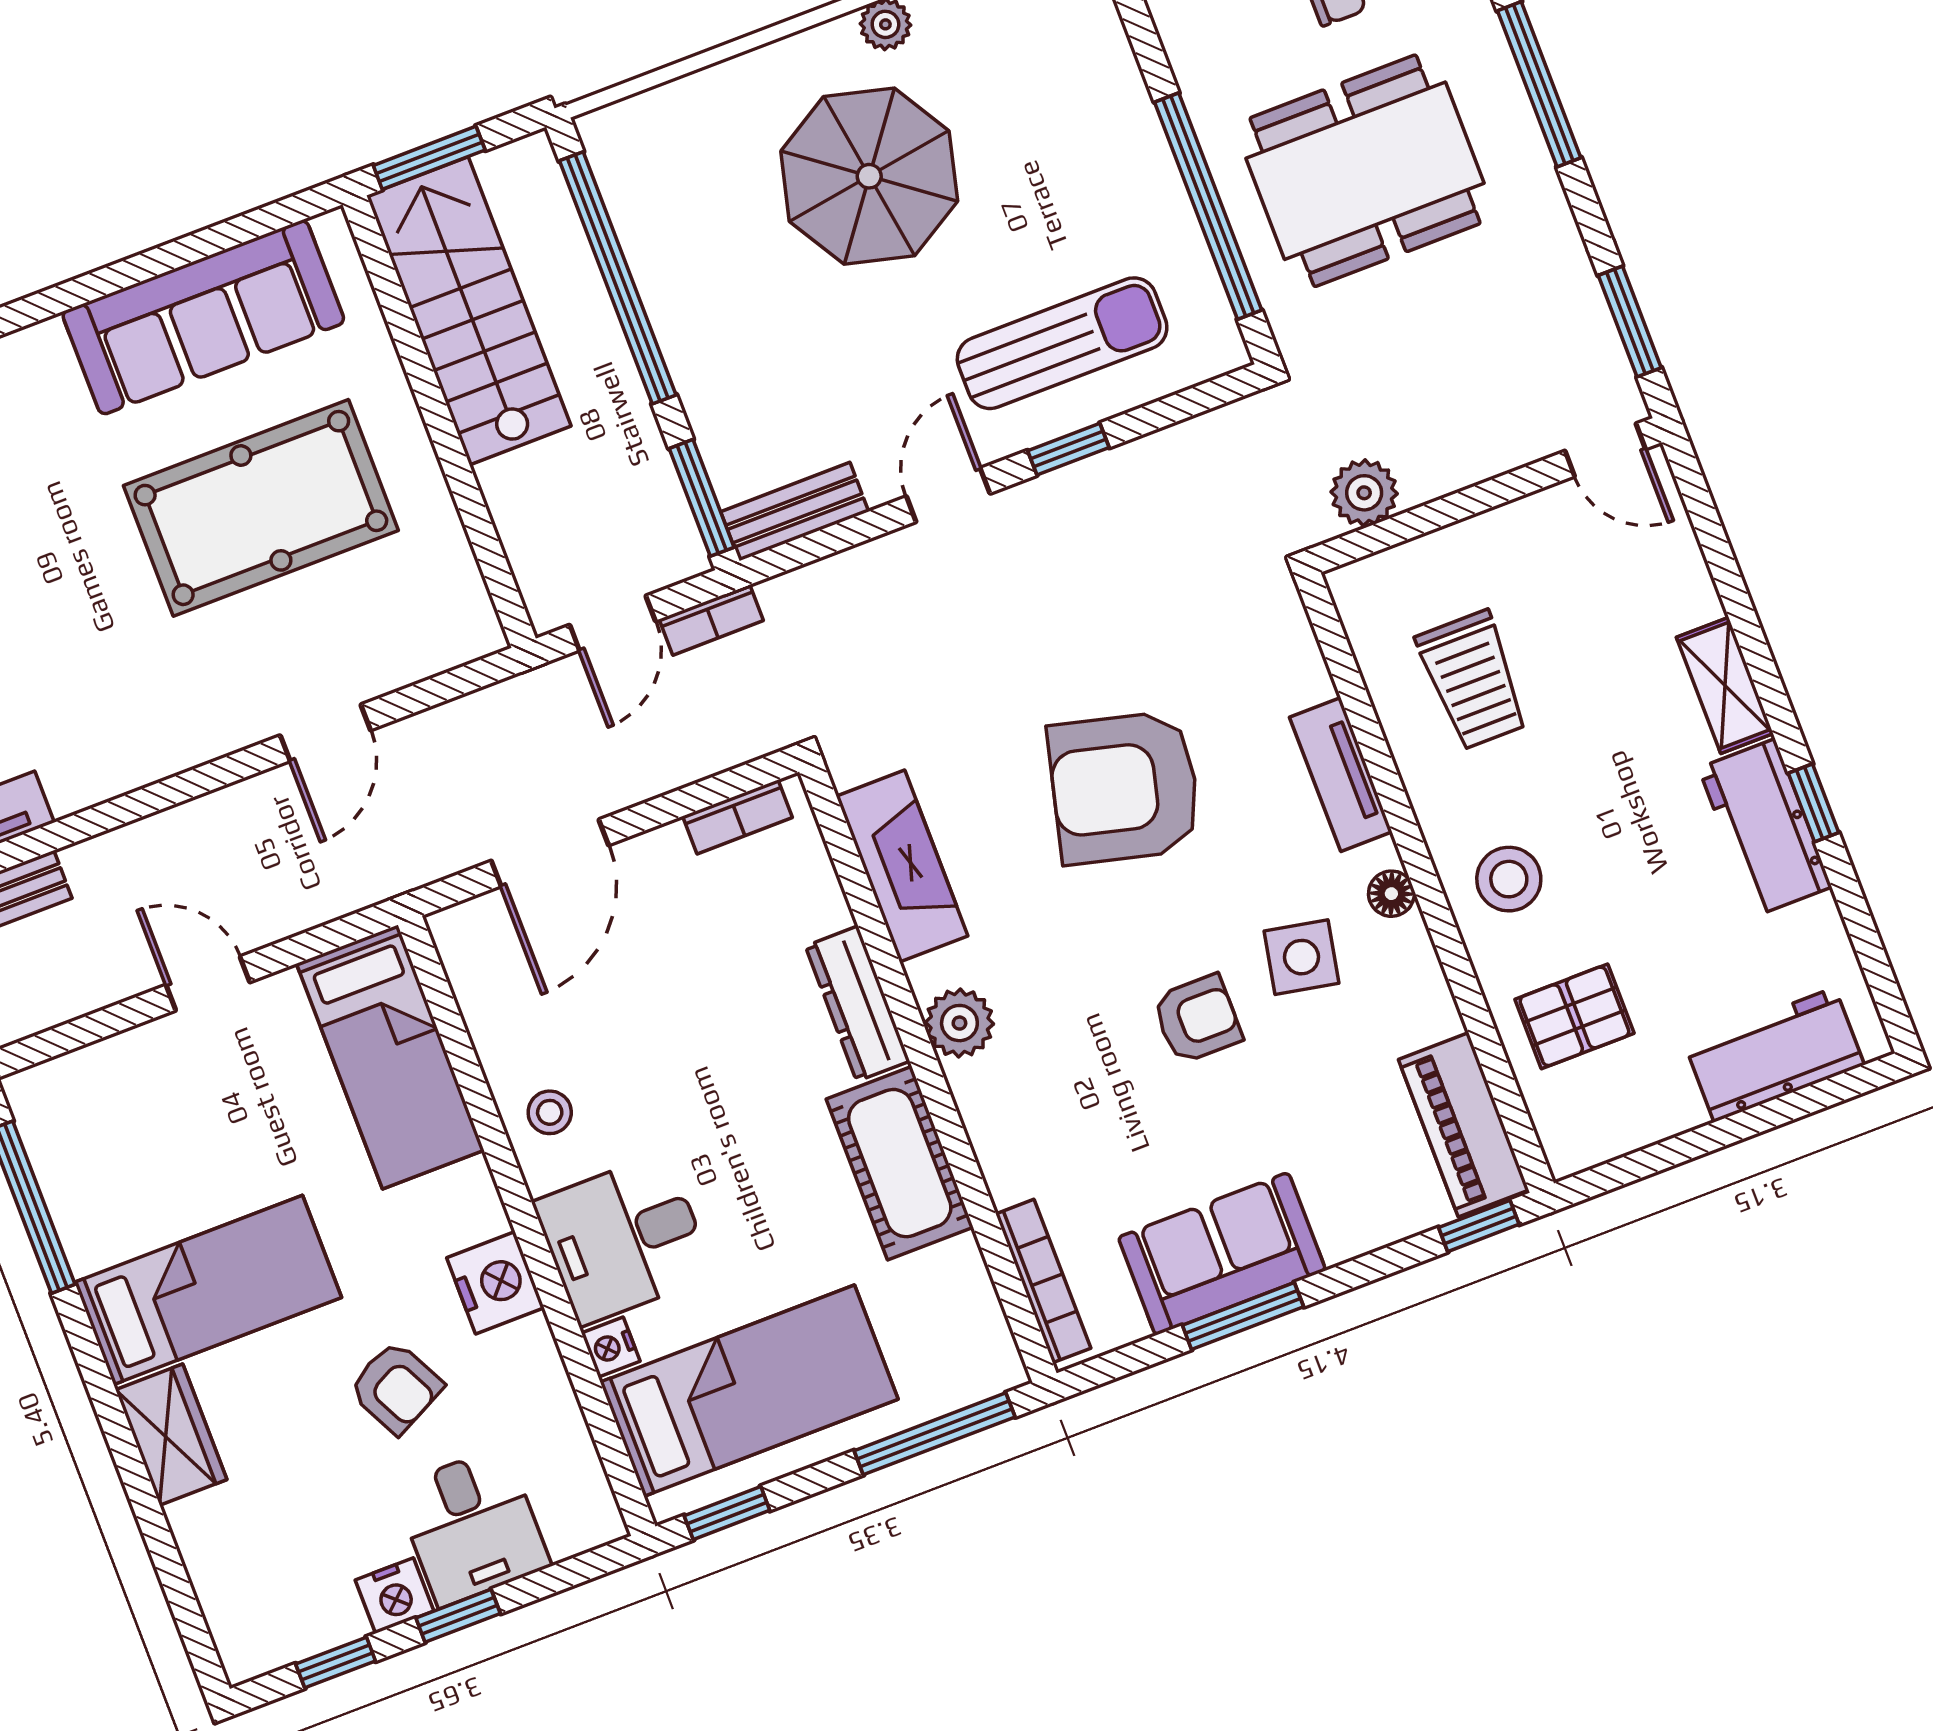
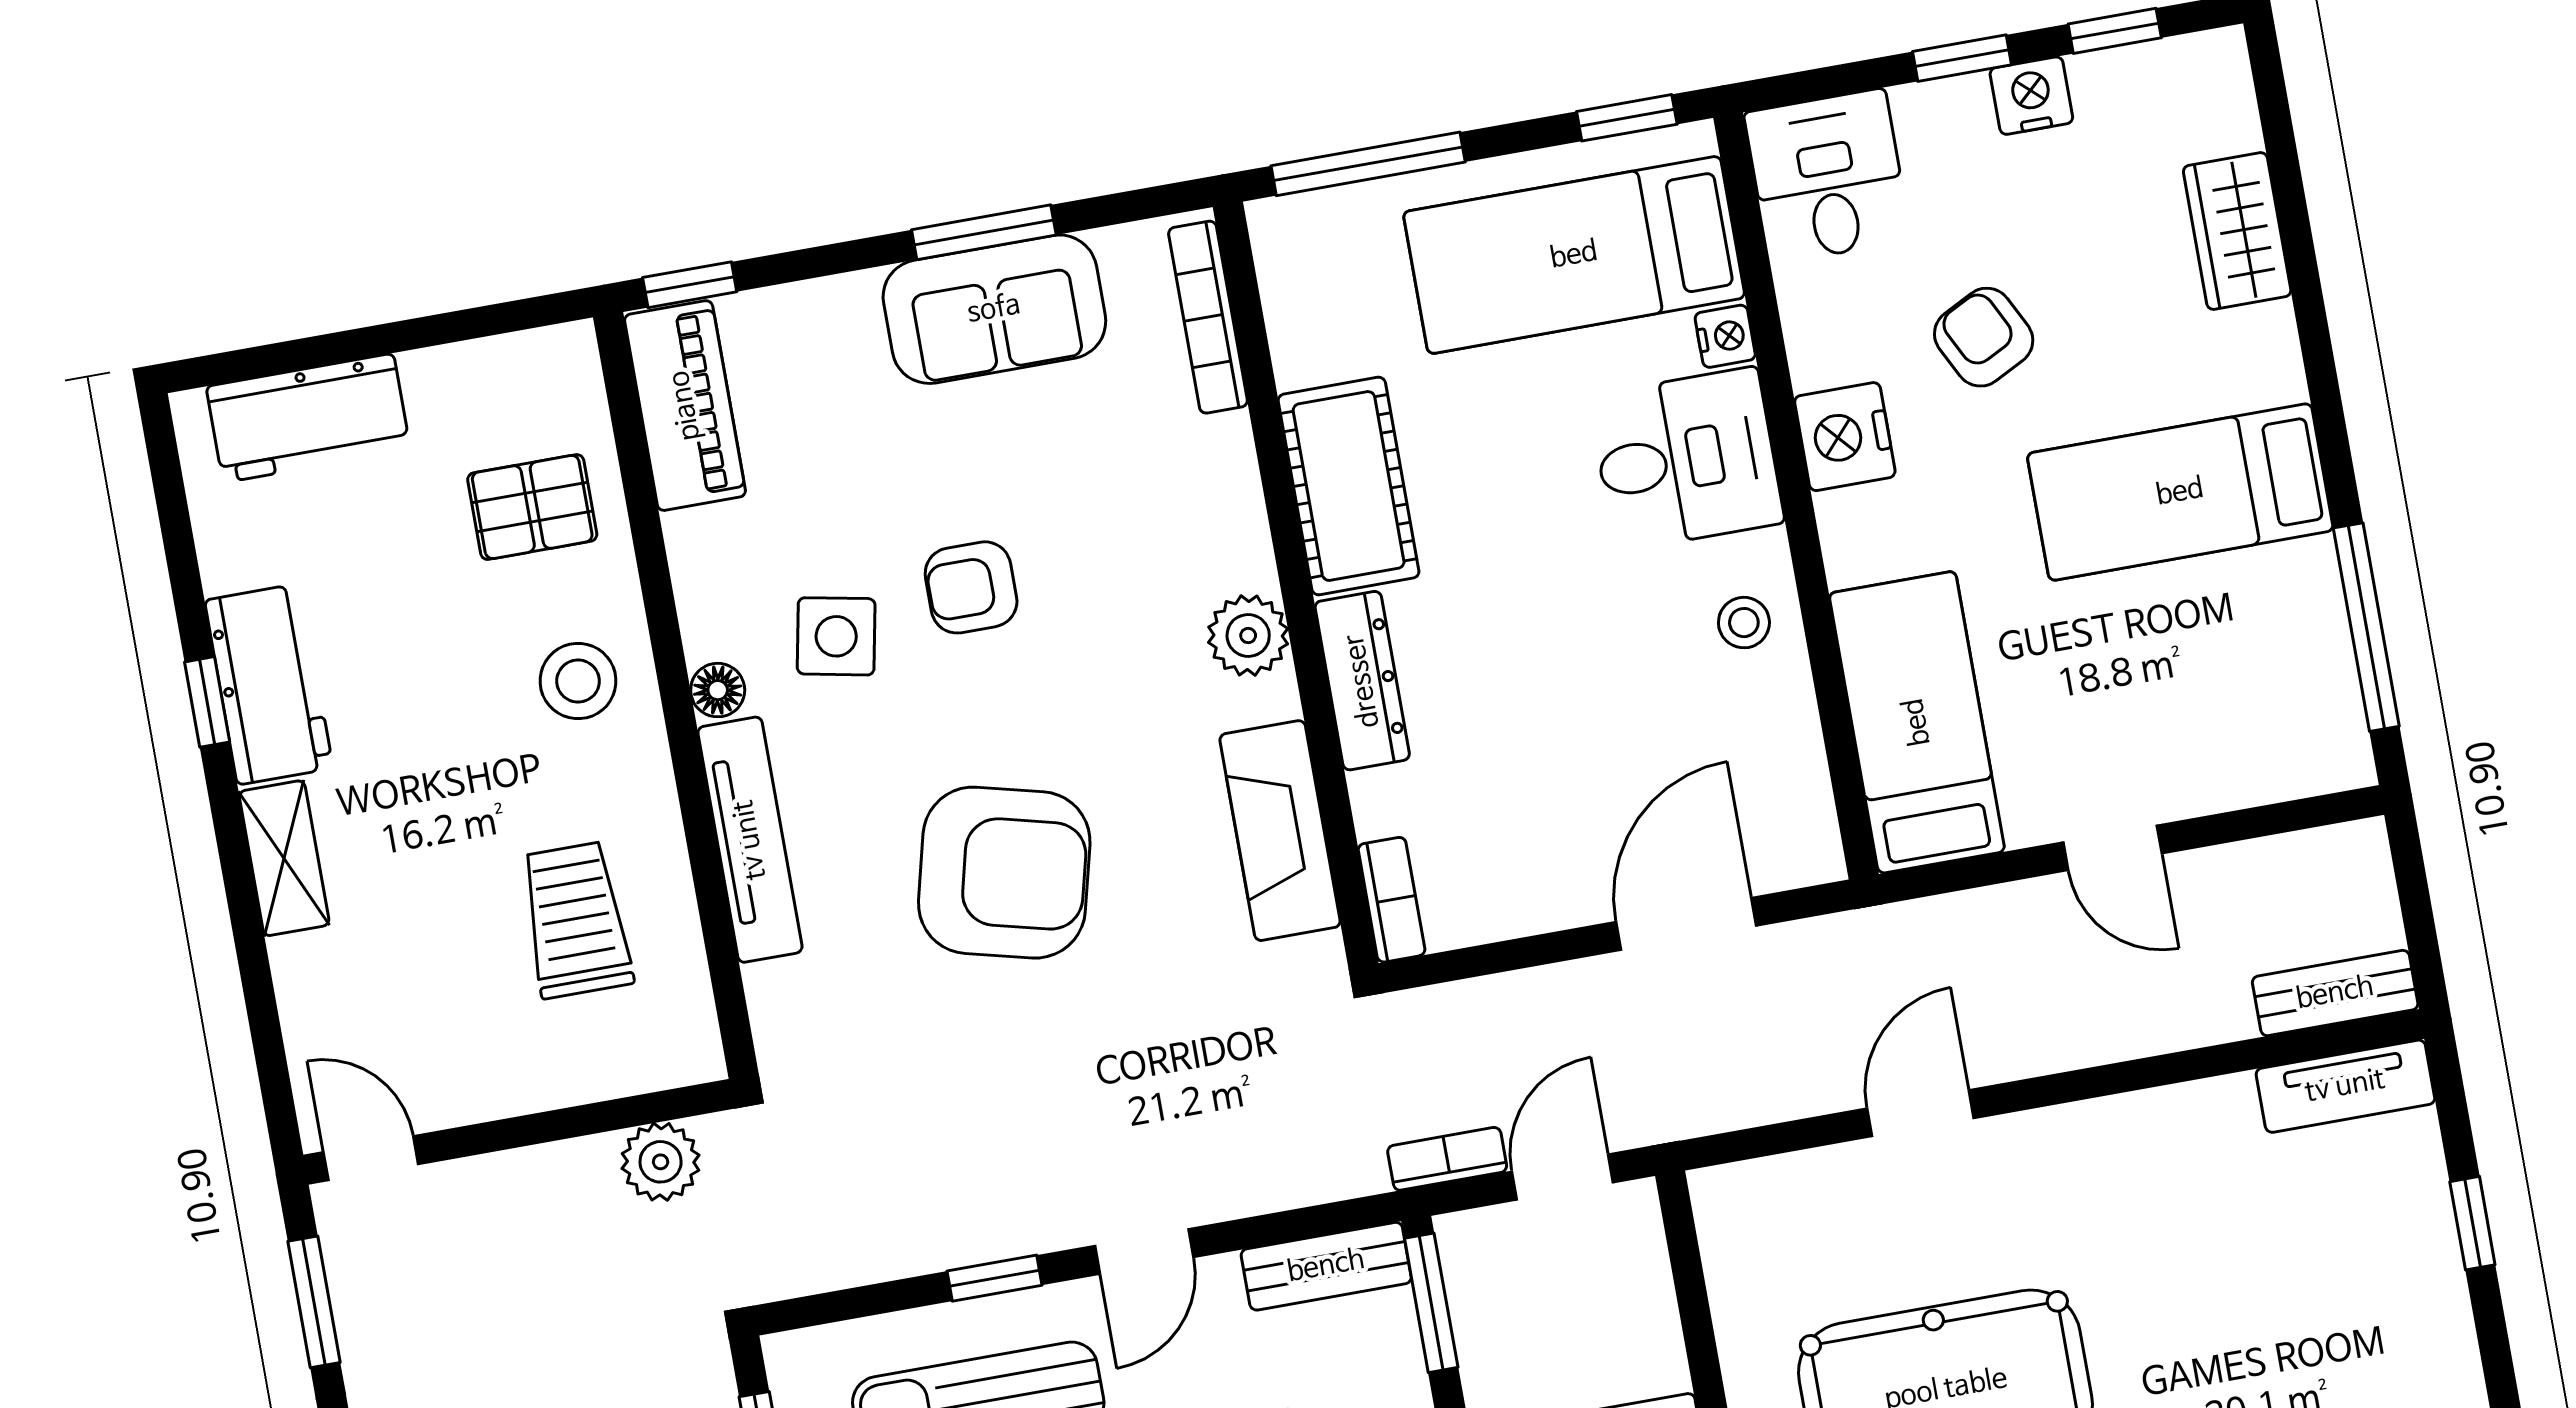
tv unit: (1341, 775) -> (750, 840), width x1.41
bookcase: (738, 817) -> (1392, 900), moved, turned 90
wardrobe: (171, 1435) -> (2237, 231), moved
desk: (472, 1526) -> (1828, 176), moved

